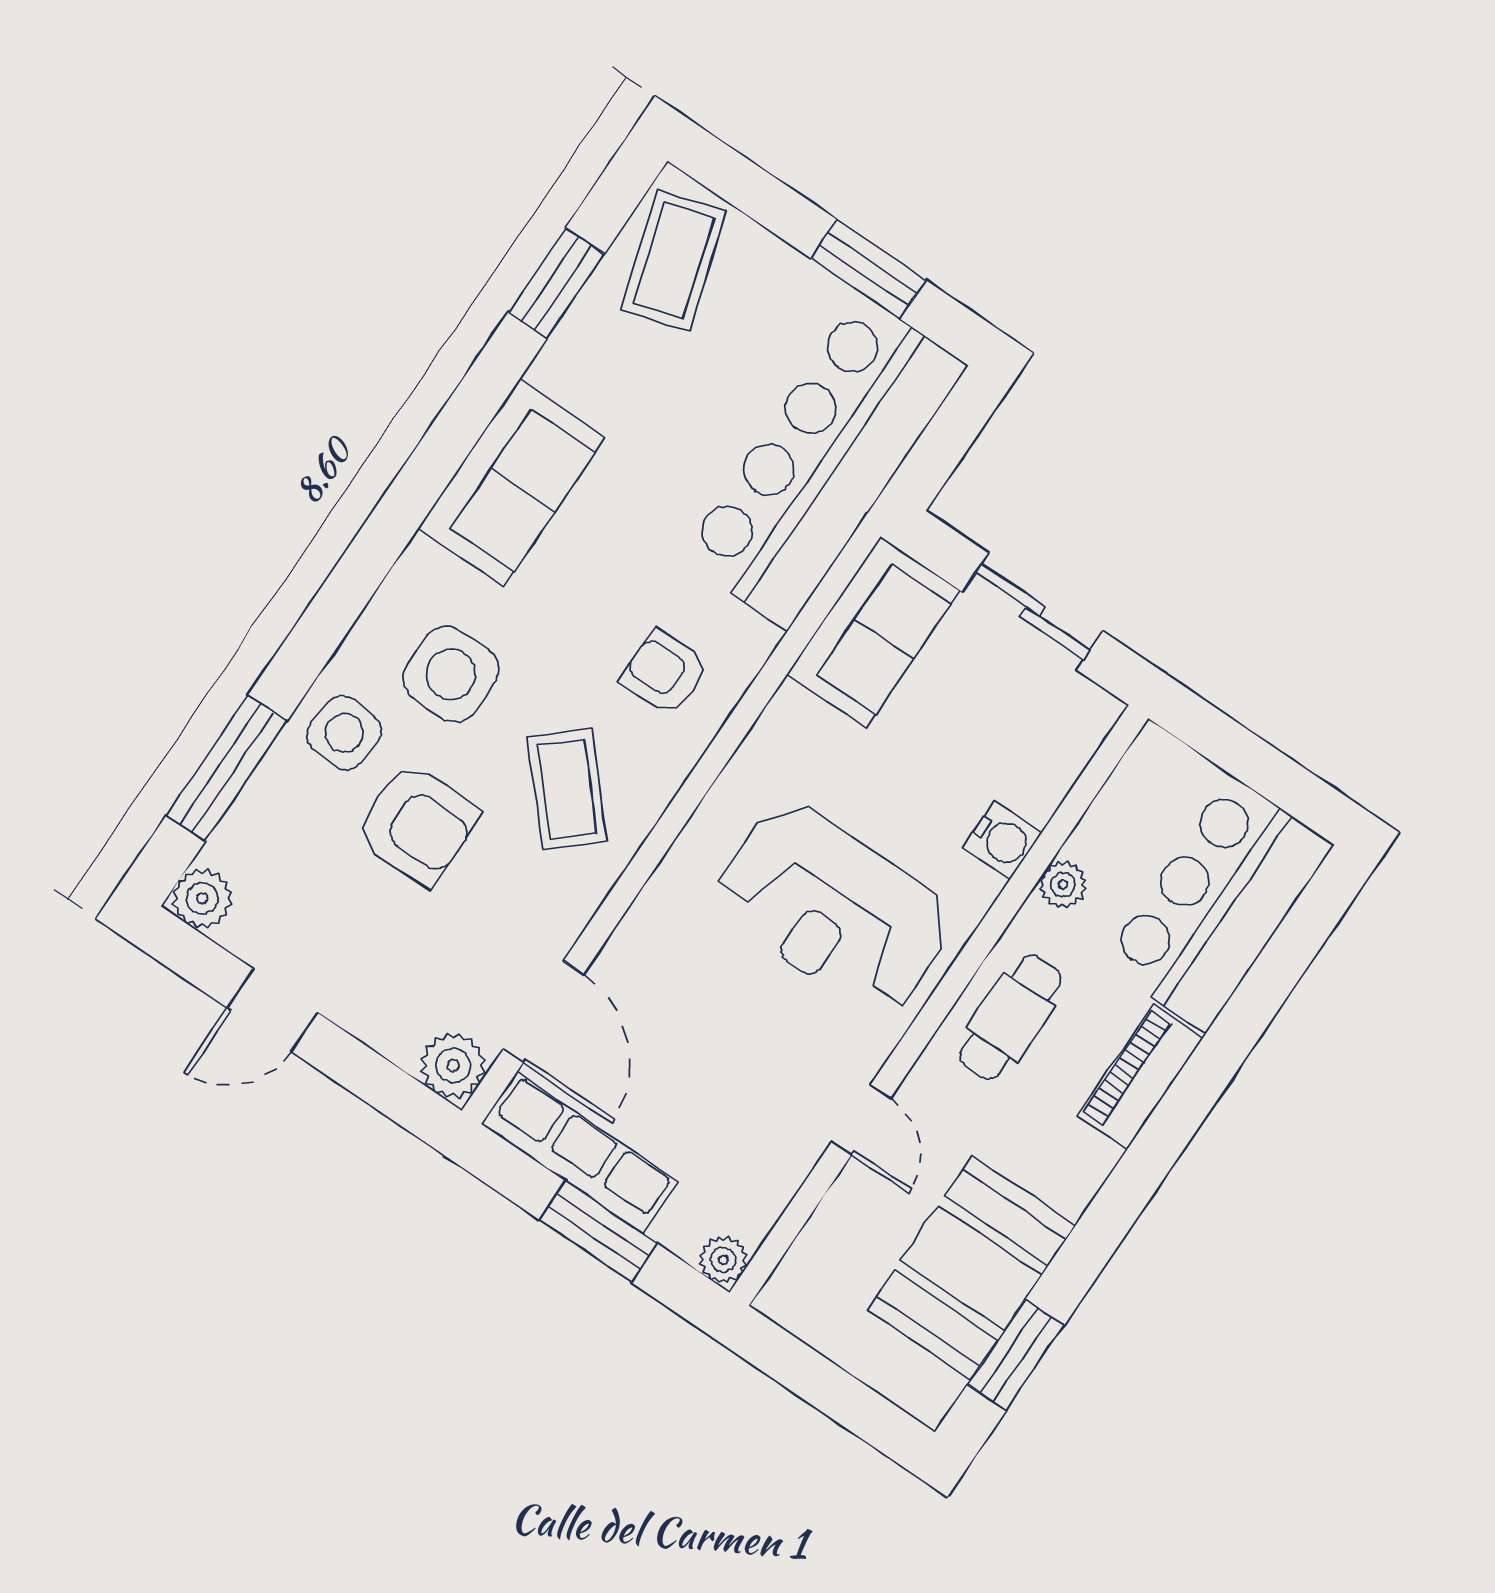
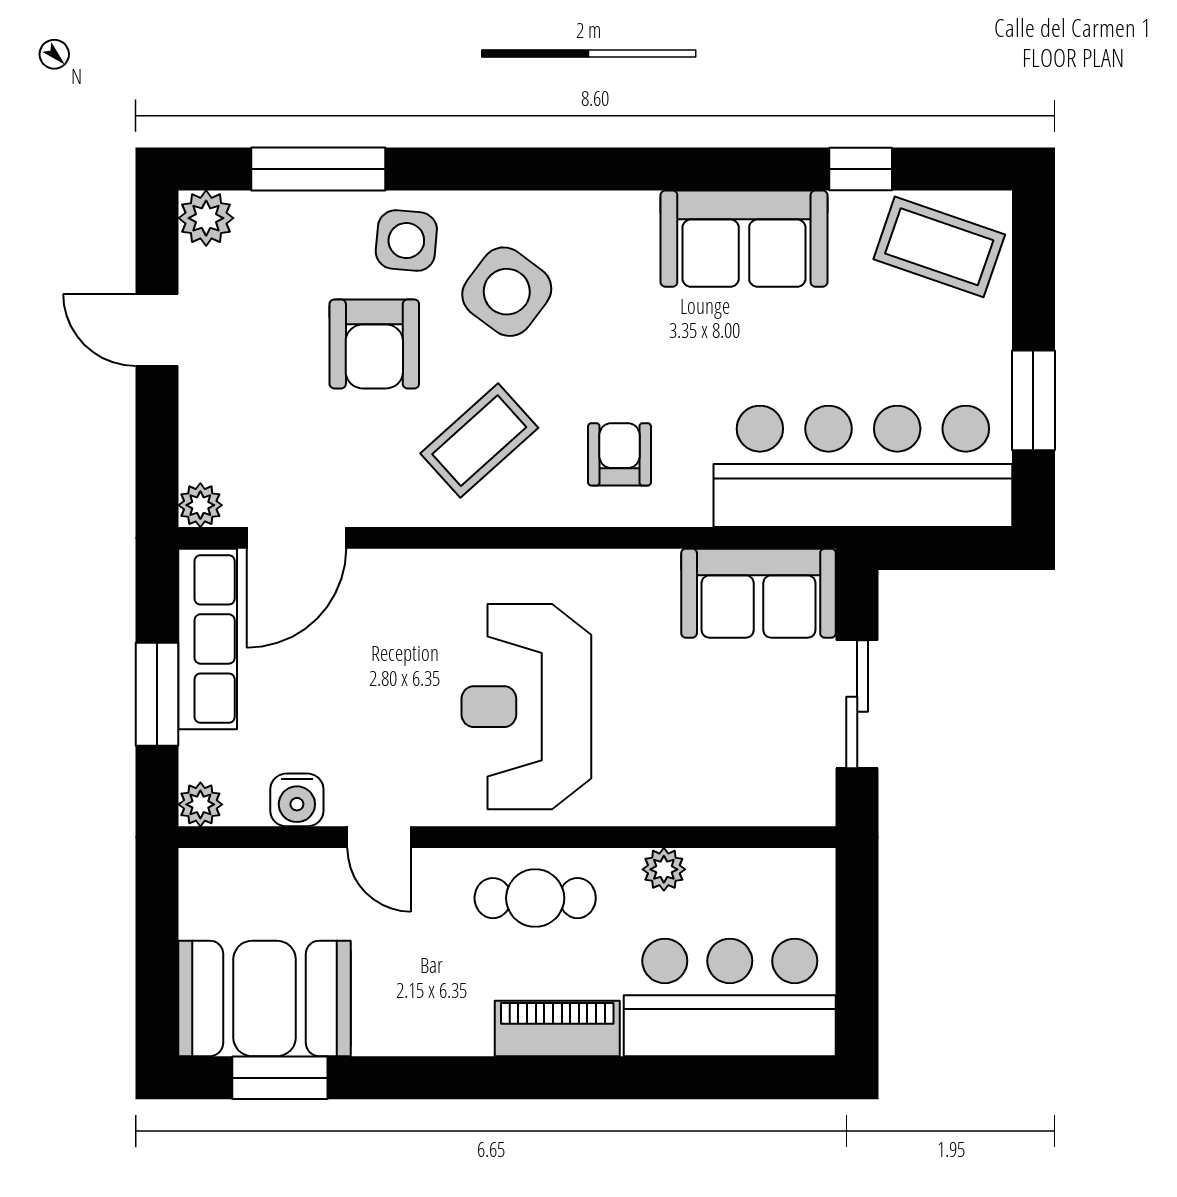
coffee table: (674, 260) -> (939, 247), turned 36
window: (556, 283) -> (861, 169), width x0.67
sofa: (512, 483) -> (744, 239), moved
side table: (451, 674) -> (507, 292), turned 37
water cooler: (1003, 840) -> (297, 800), moved
plant: (453, 1066) -> (200, 505), width x0.73, depth x0.73
door: (861, 1120) -> (379, 837), hinge flipped
booth: (971, 1268) -> (265, 998), moved

